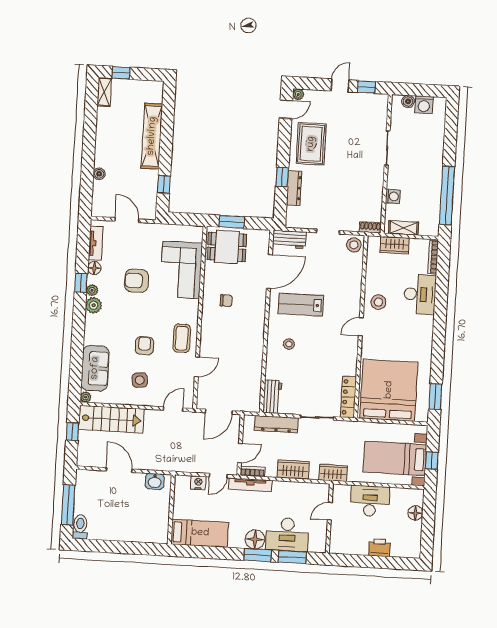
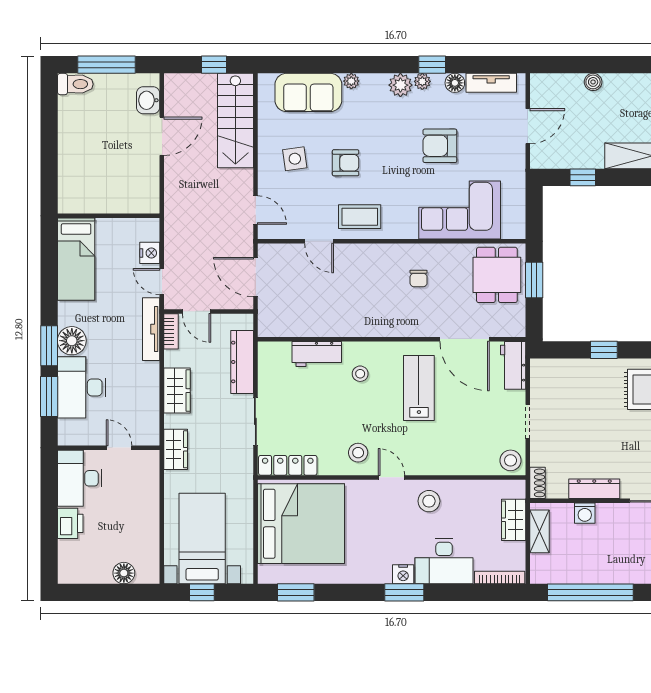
dresser: (294, 188) -> (594, 489), moved, turned 180
armchair: (137, 281) -> (440, 146), turned -90
nightstand: (427, 323) -> (403, 574), added
window: (440, 323) -> (404, 592), added
stool: (343, 349) -> (358, 453), added
plant: (86, 397) -> (351, 81), moved
workbench: (272, 397) -> (317, 354), moved
washbasin: (155, 481) -> (148, 100), moved
desk: (370, 501) -> (80, 478), moved, turned 180

